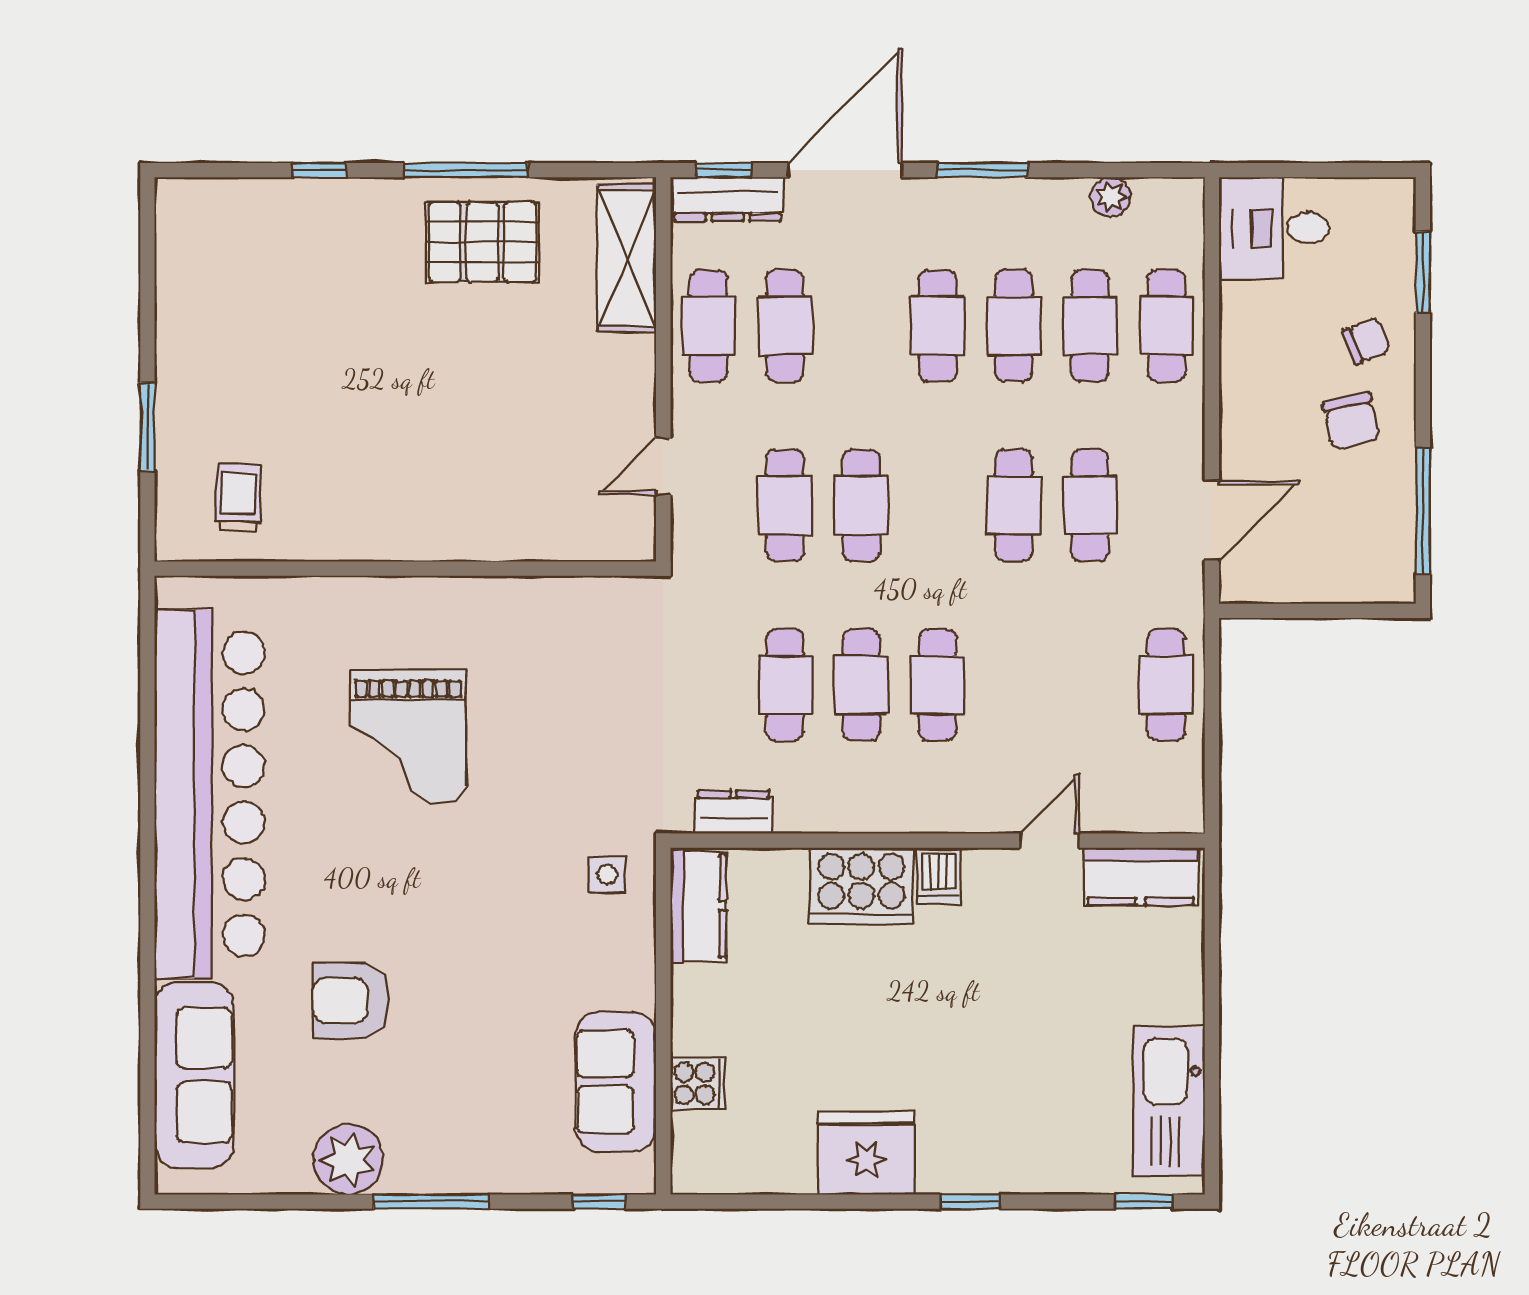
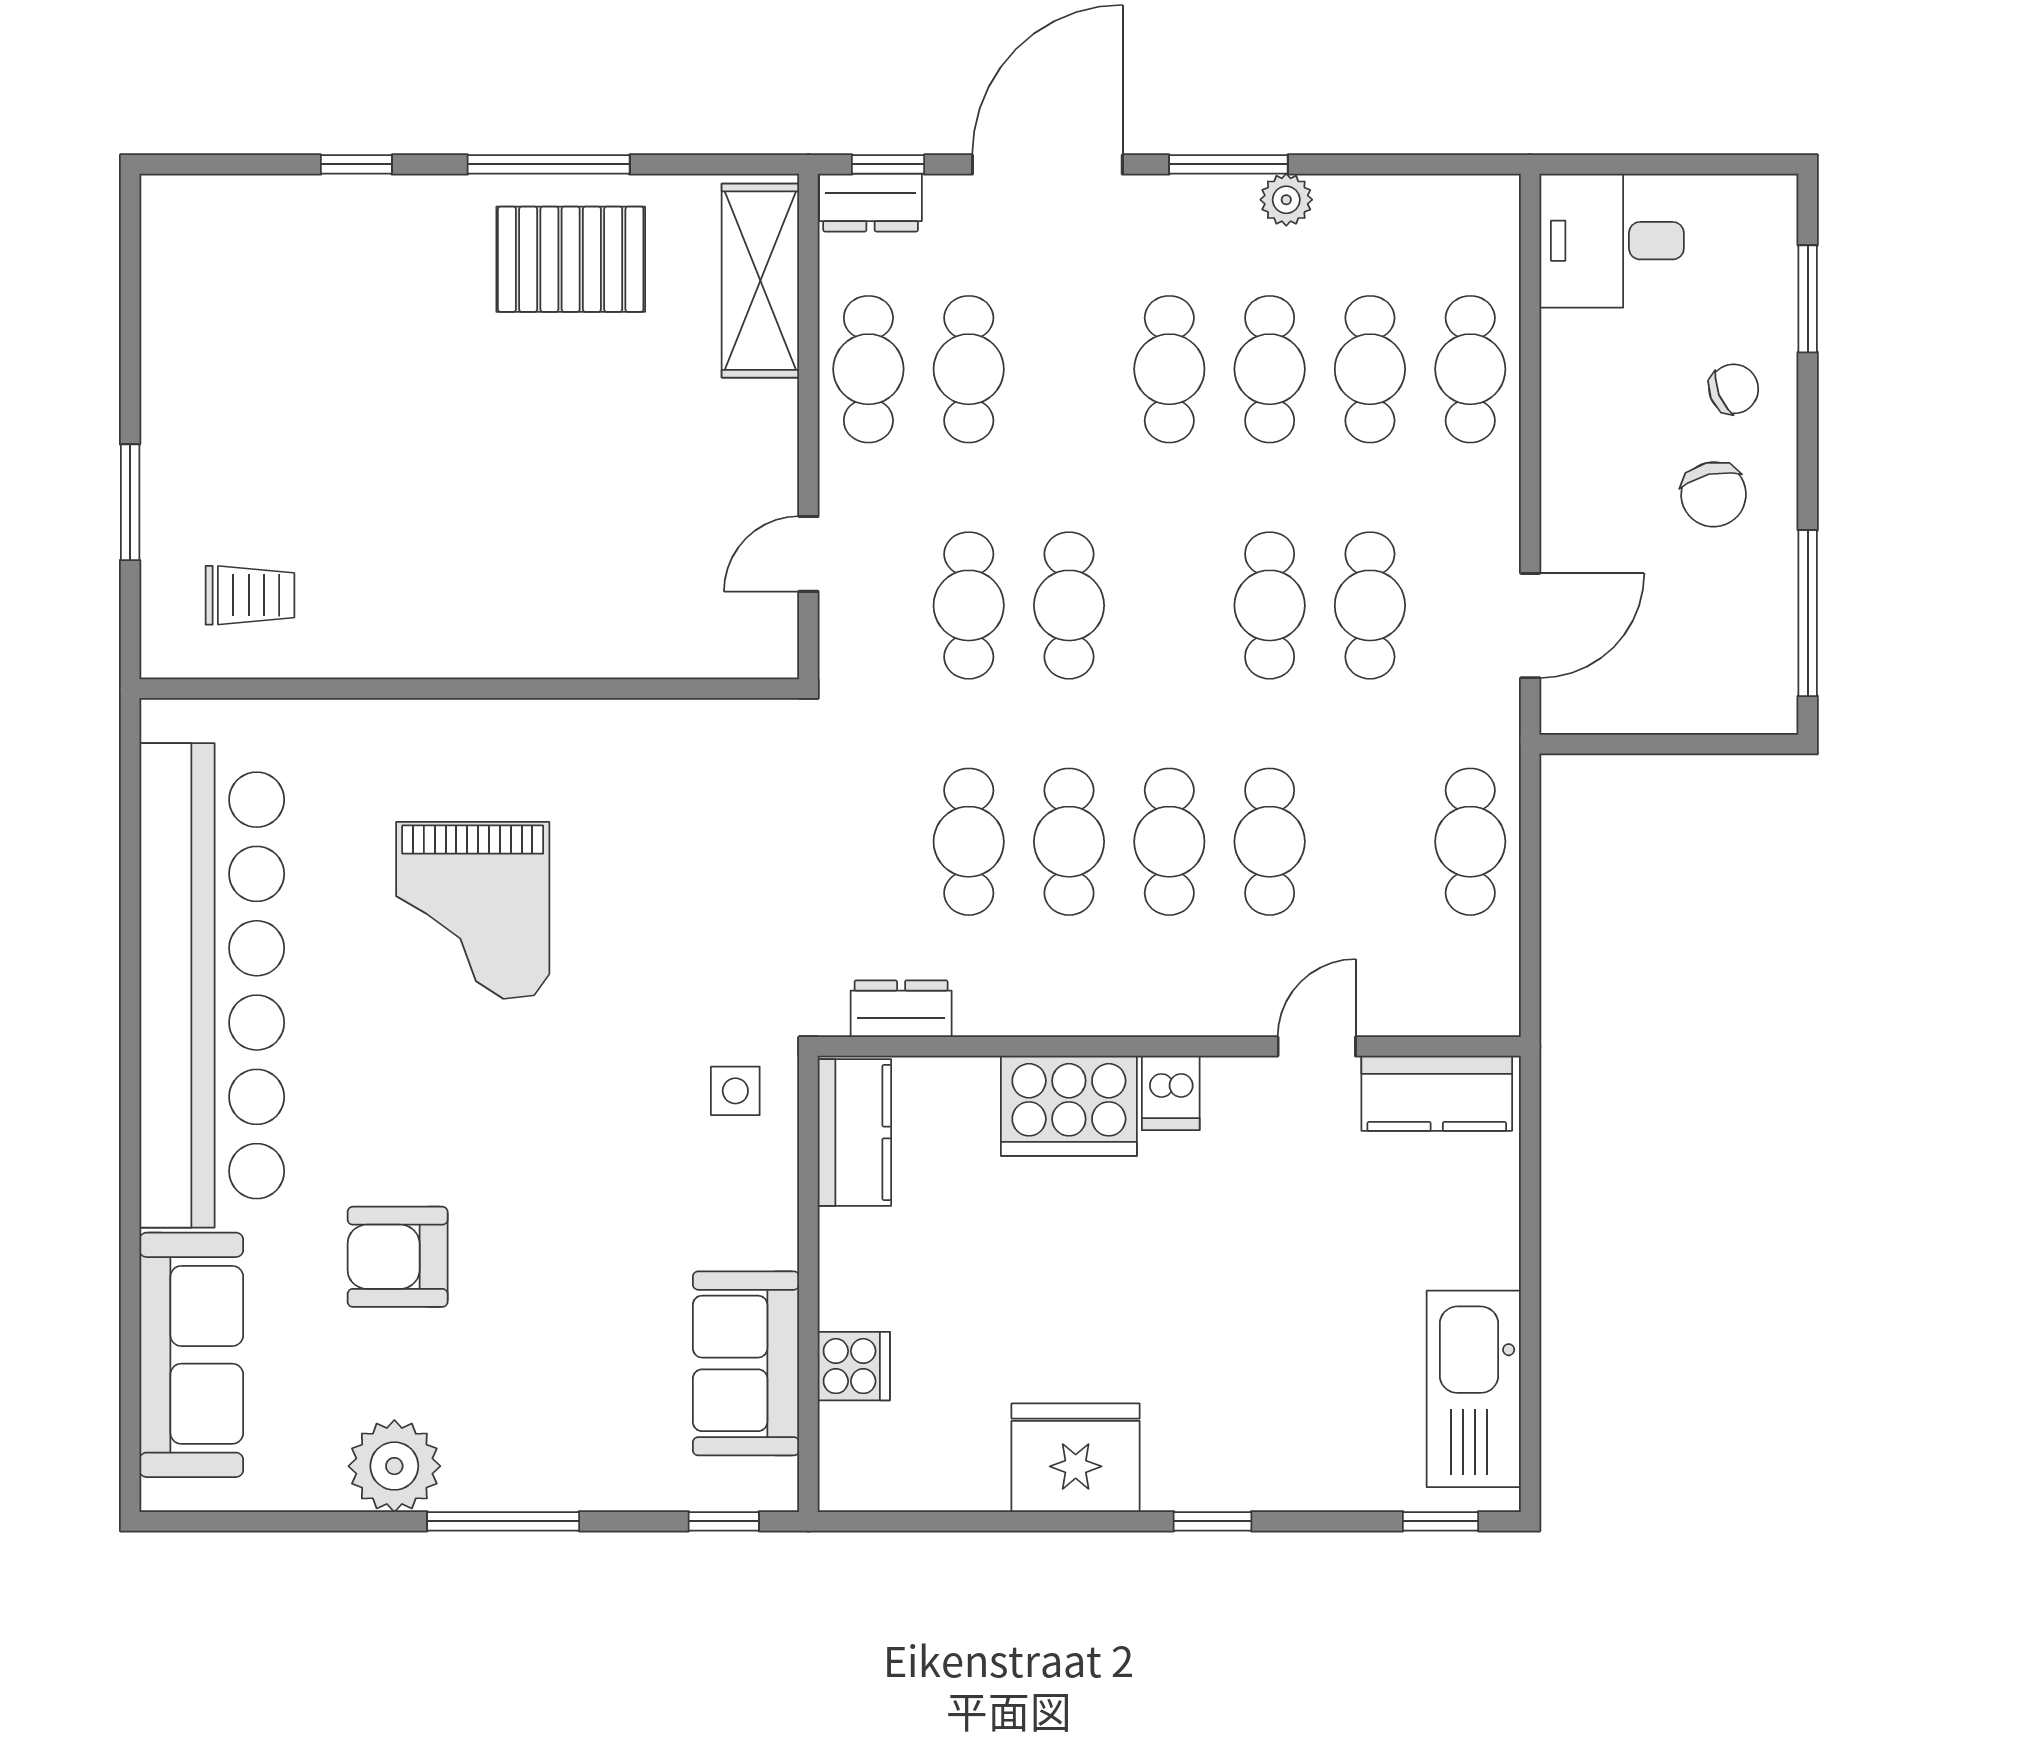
plant: (1110, 197) -> (1286, 200), moved
dresser: (728, 199) -> (871, 203), width x0.70
trolley: (239, 498) -> (250, 595), turned 88
cafe table: (1014, 685) -> (1270, 842), added

